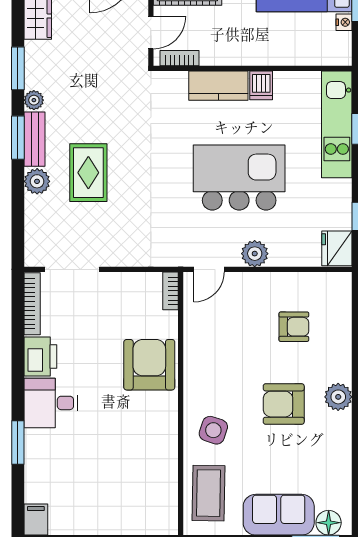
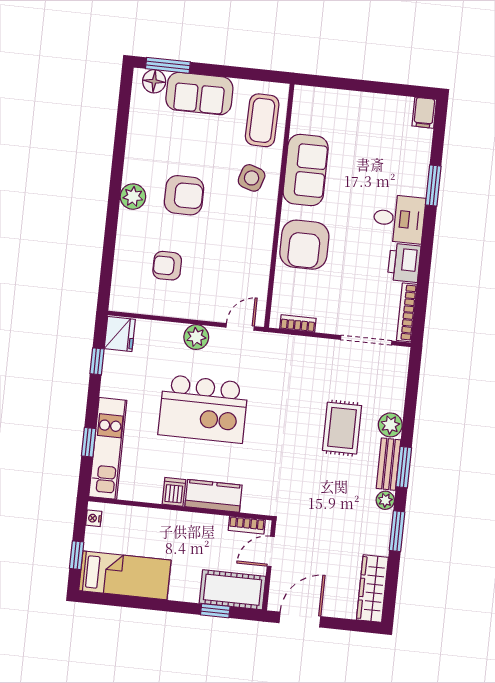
nightstand: (344, 22) -> (94, 518), moved
bookcase: (170, 291) -> (298, 324), moved, turned -90
sofa: (156, 445) -> (306, 170), added

